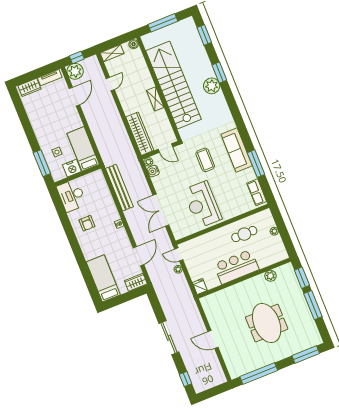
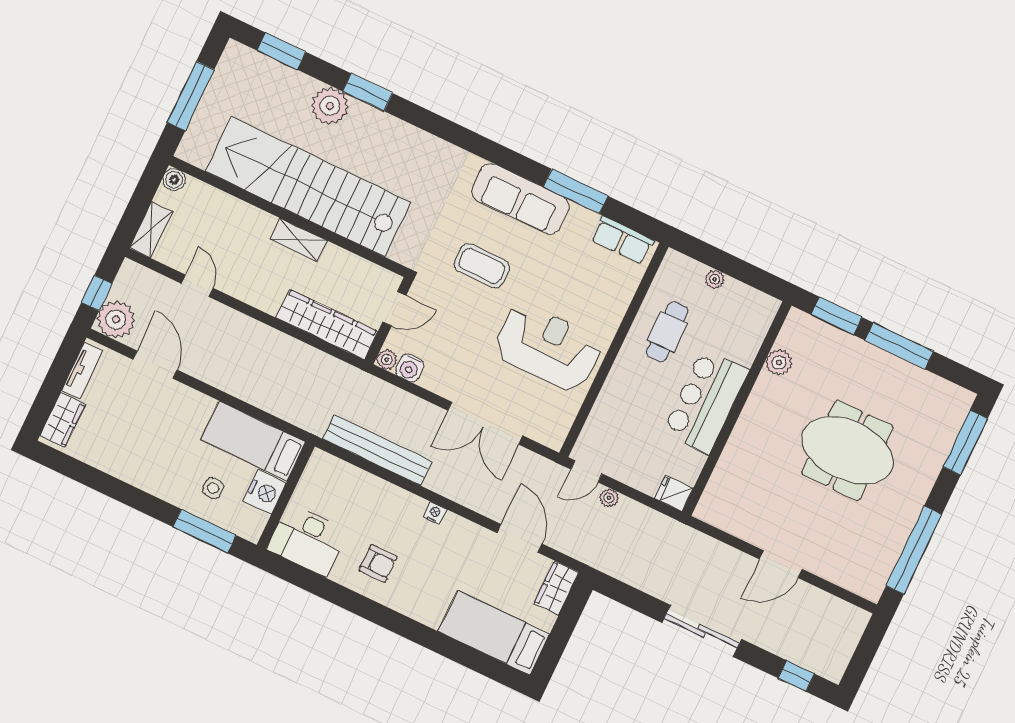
plant: (212, 86) -> (330, 106), moved
reception desk: (202, 204) -> (548, 347), turned 180

